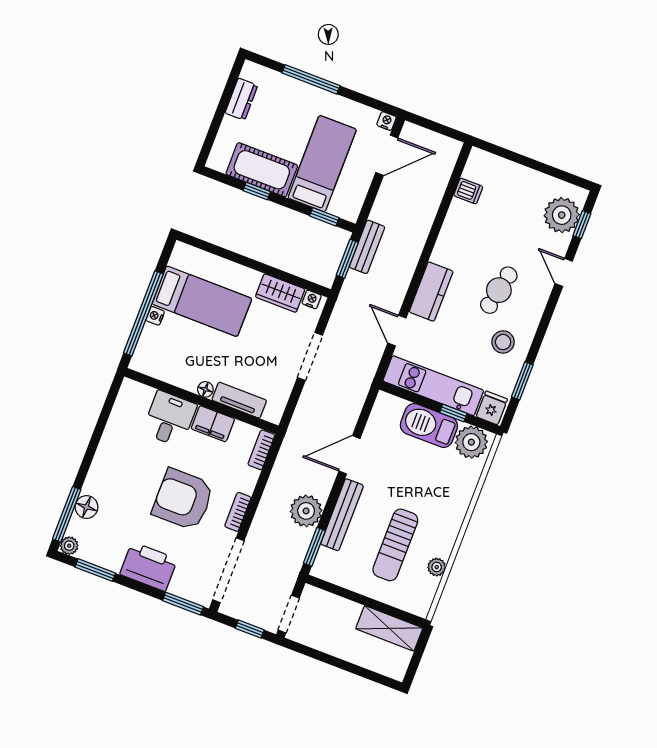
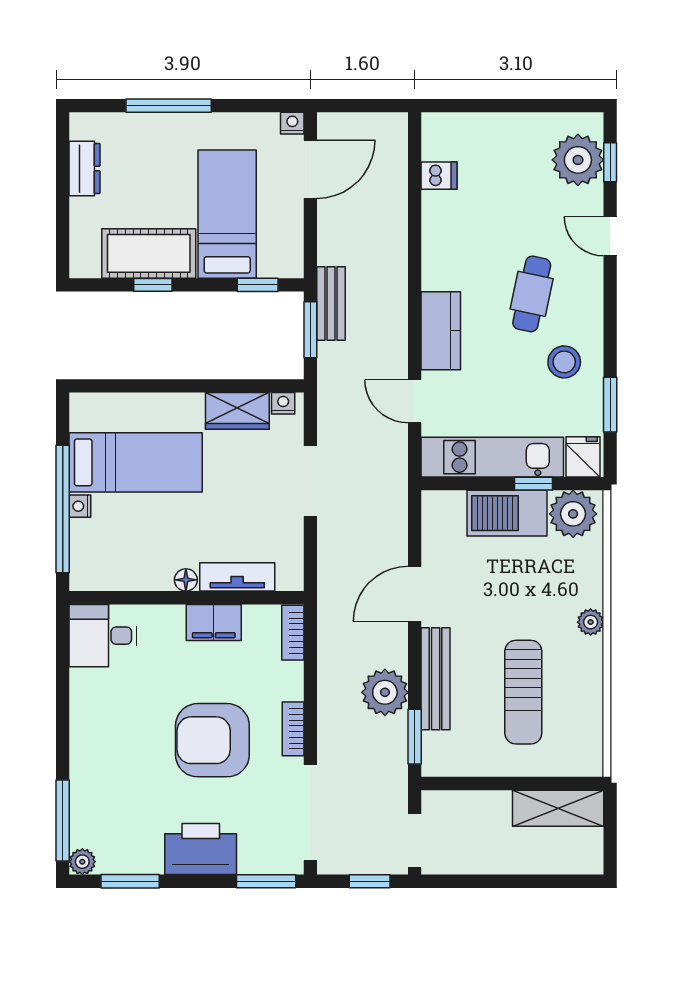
desk: (169, 419) -> (103, 636), moved, turned -90
floor lamp: (86, 507) -> (86, 800), removed
plant: (437, 567) -> (591, 622), moved

